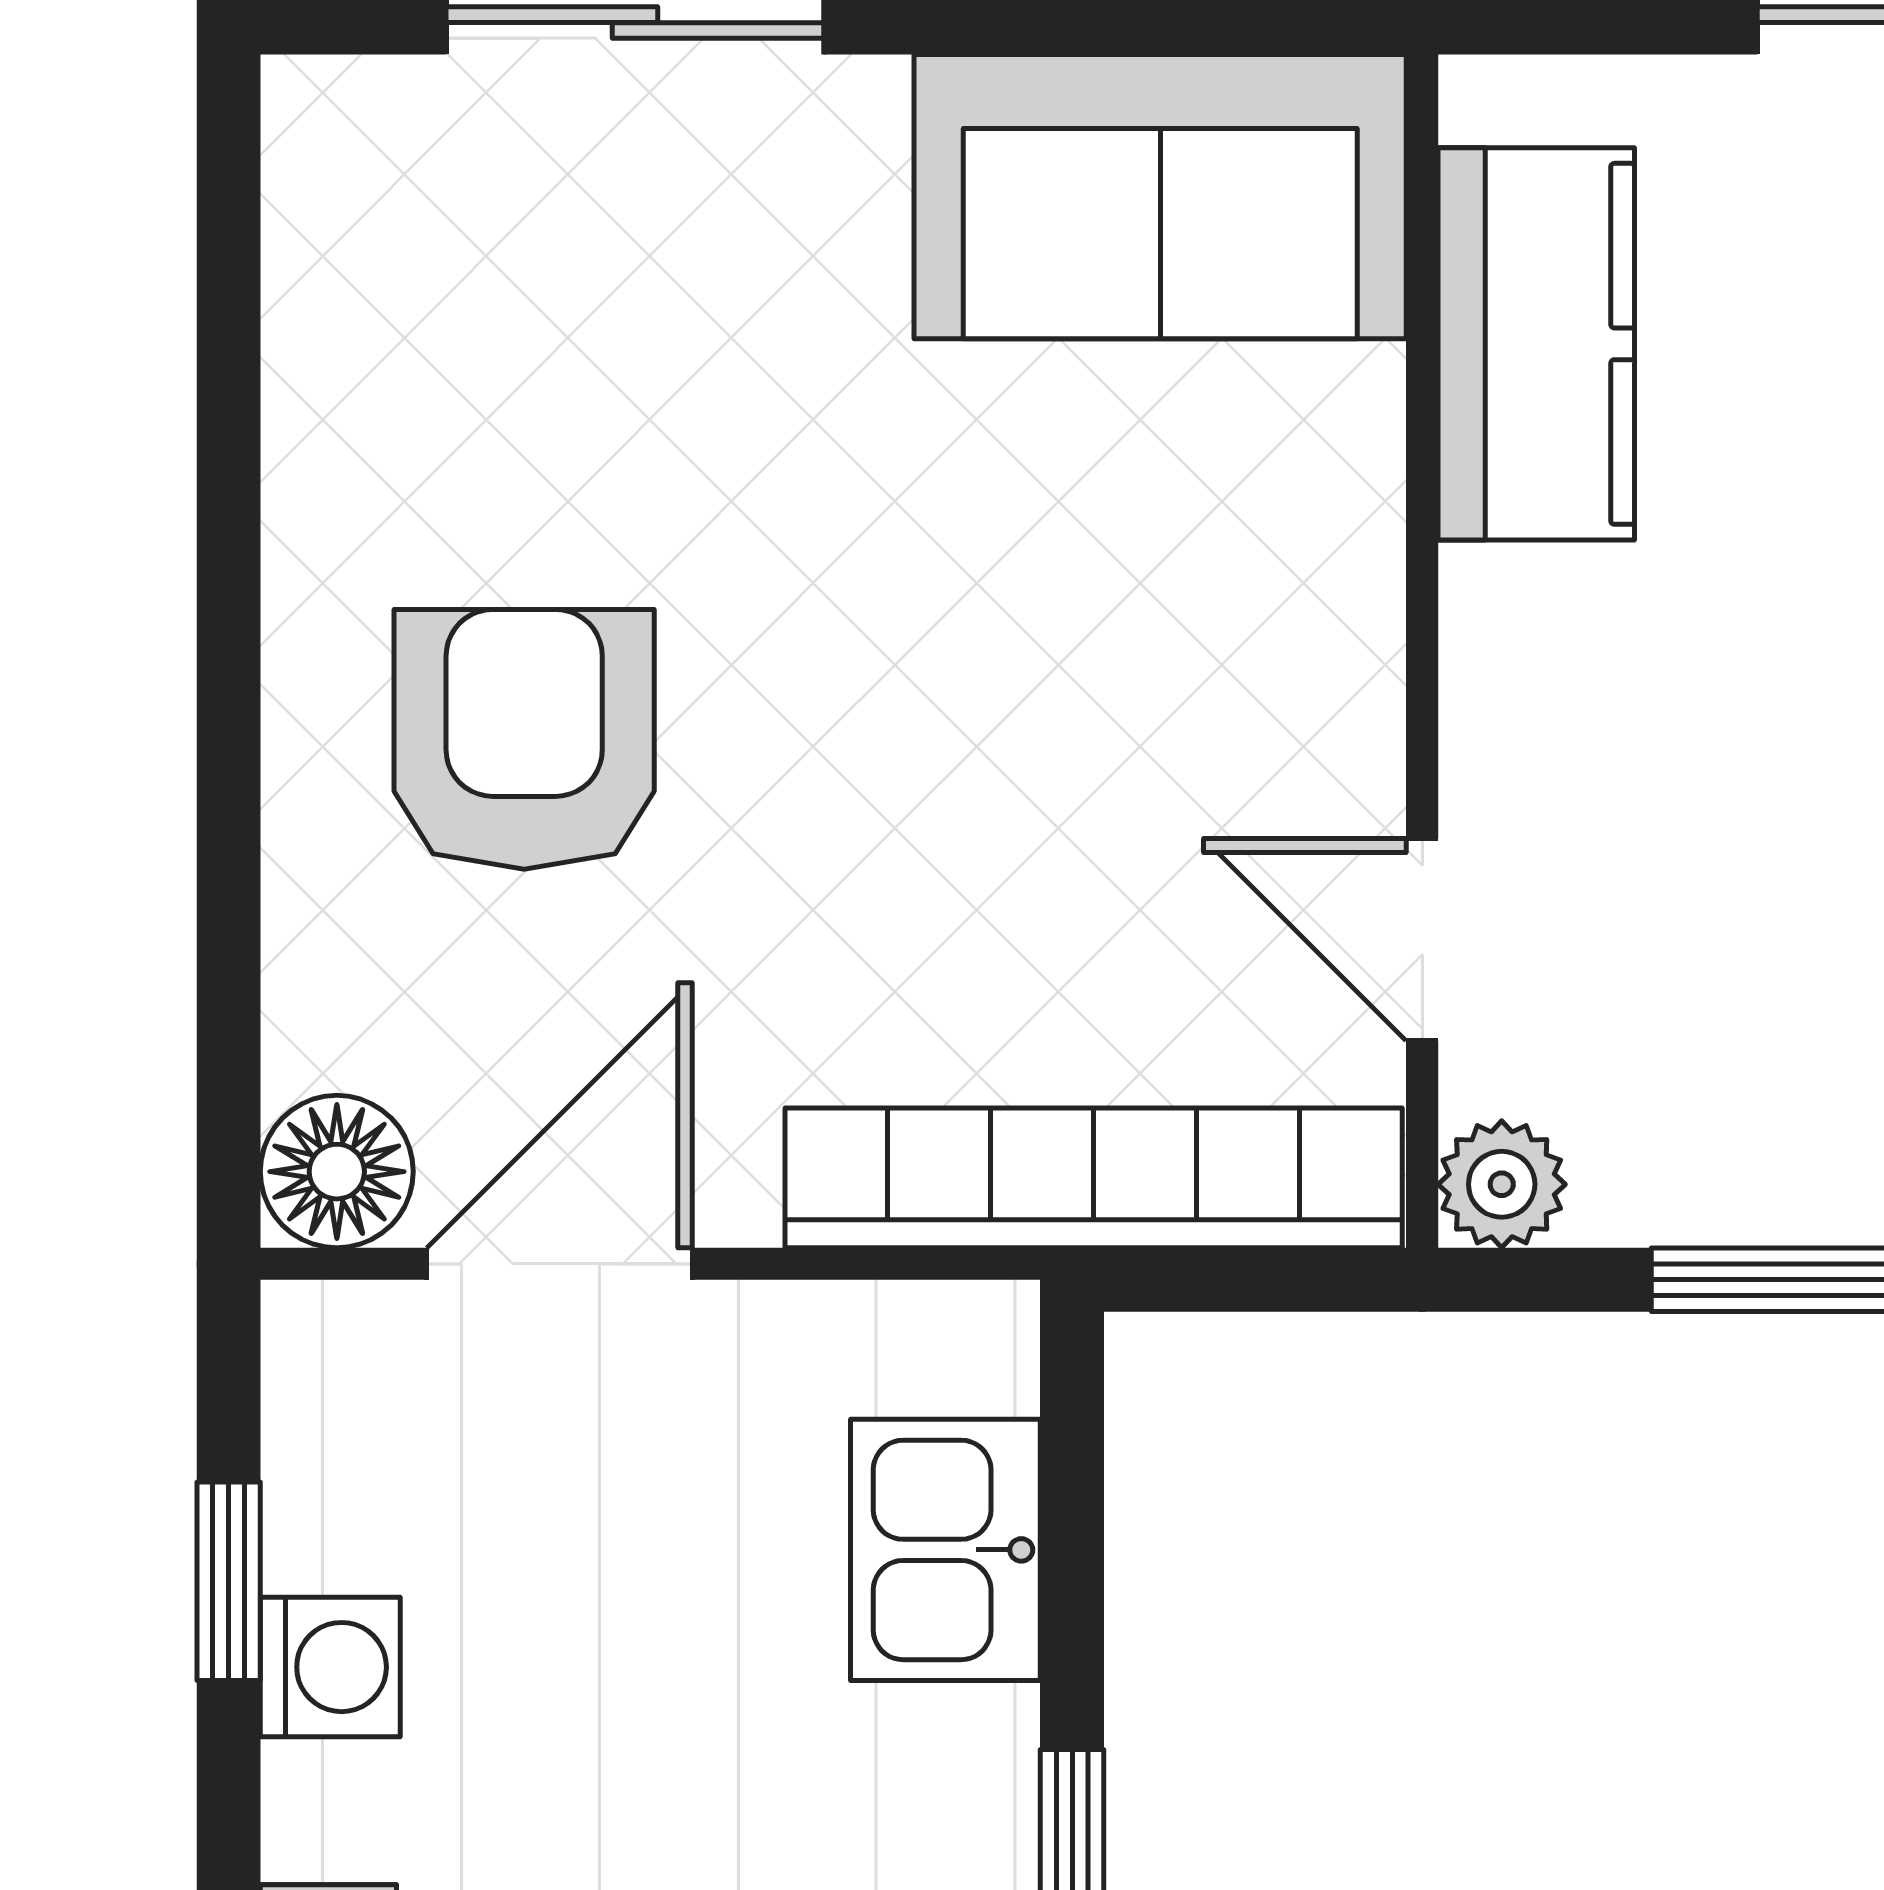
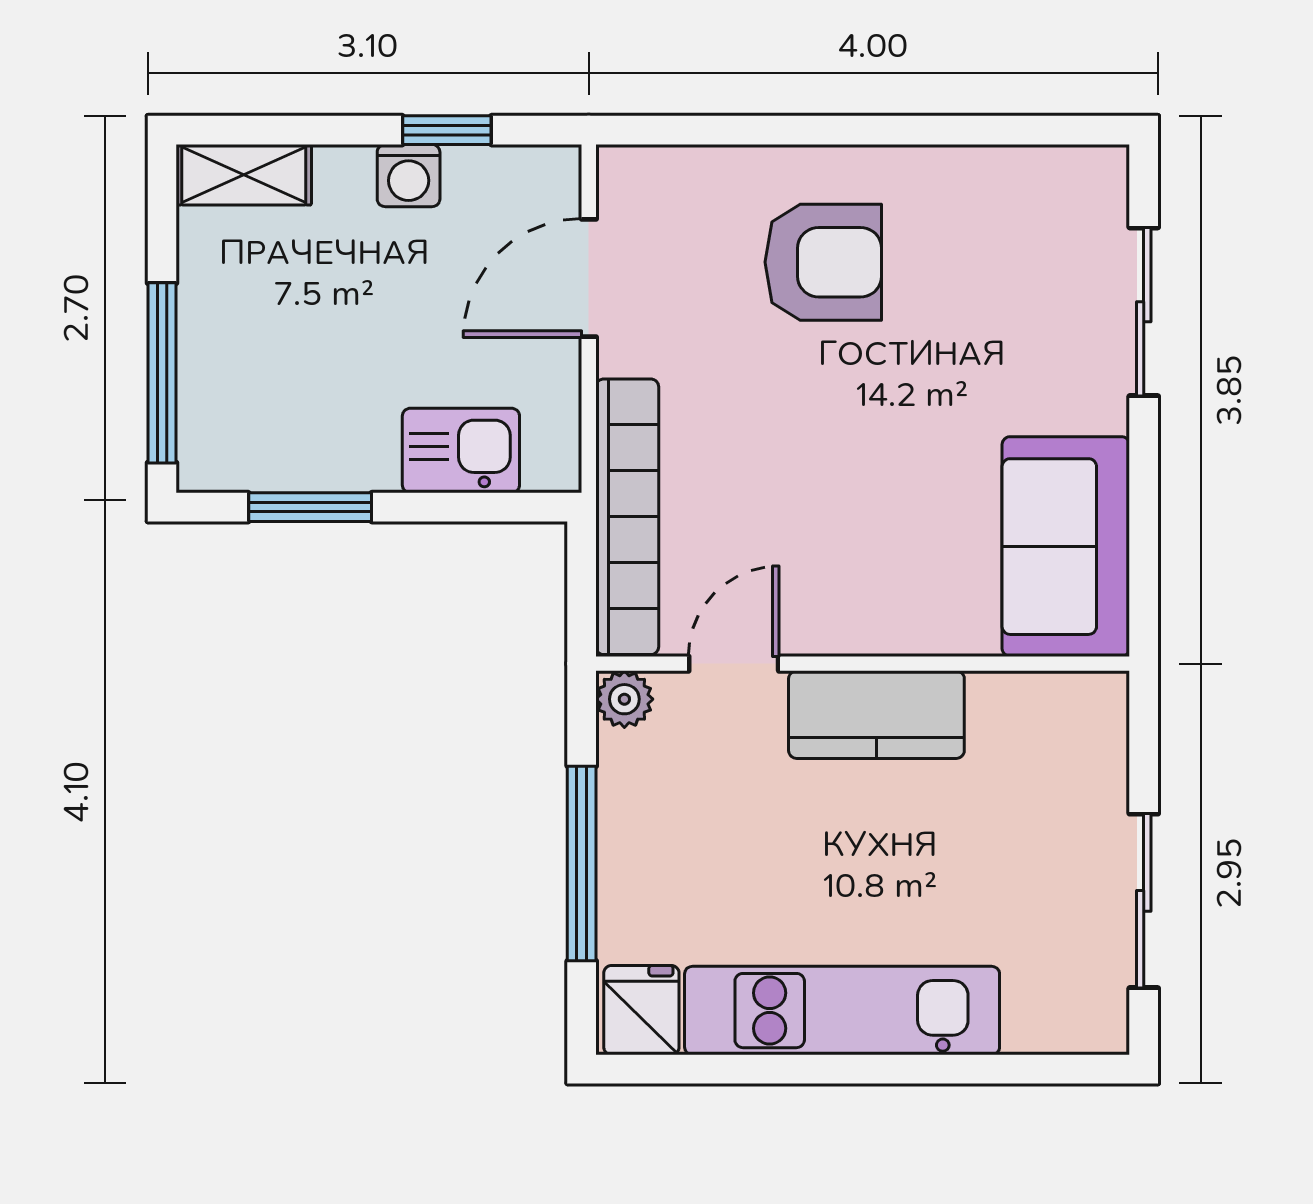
kitchen counter: (1536, 344) -> (876, 715), moved
floor lamp: (337, 1172) -> (630, 178), removed
door: (559, 1264) -> (589, 278), swing flipped

